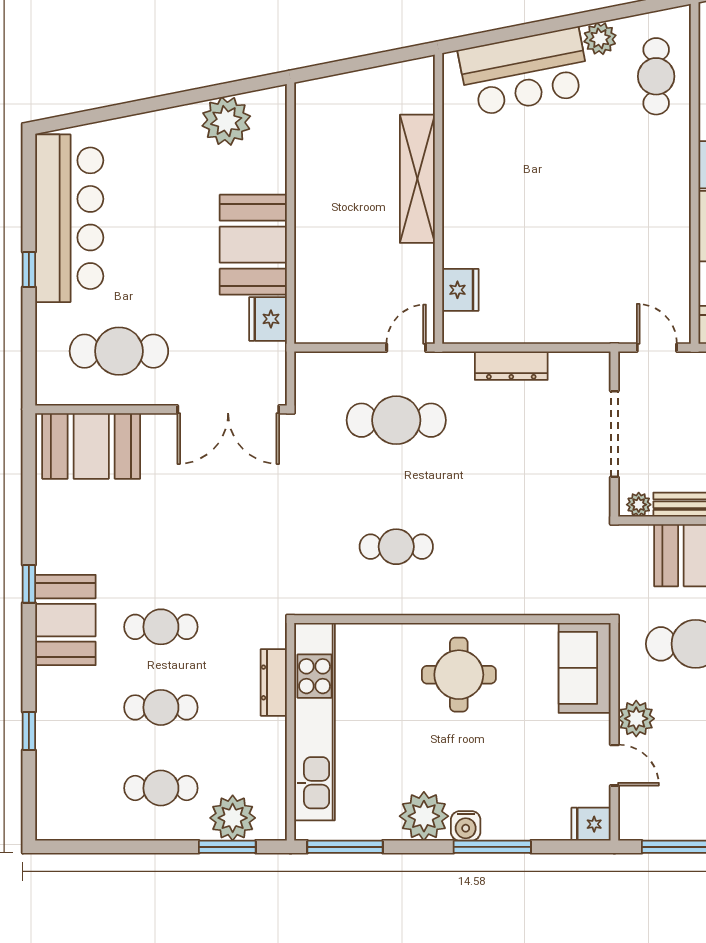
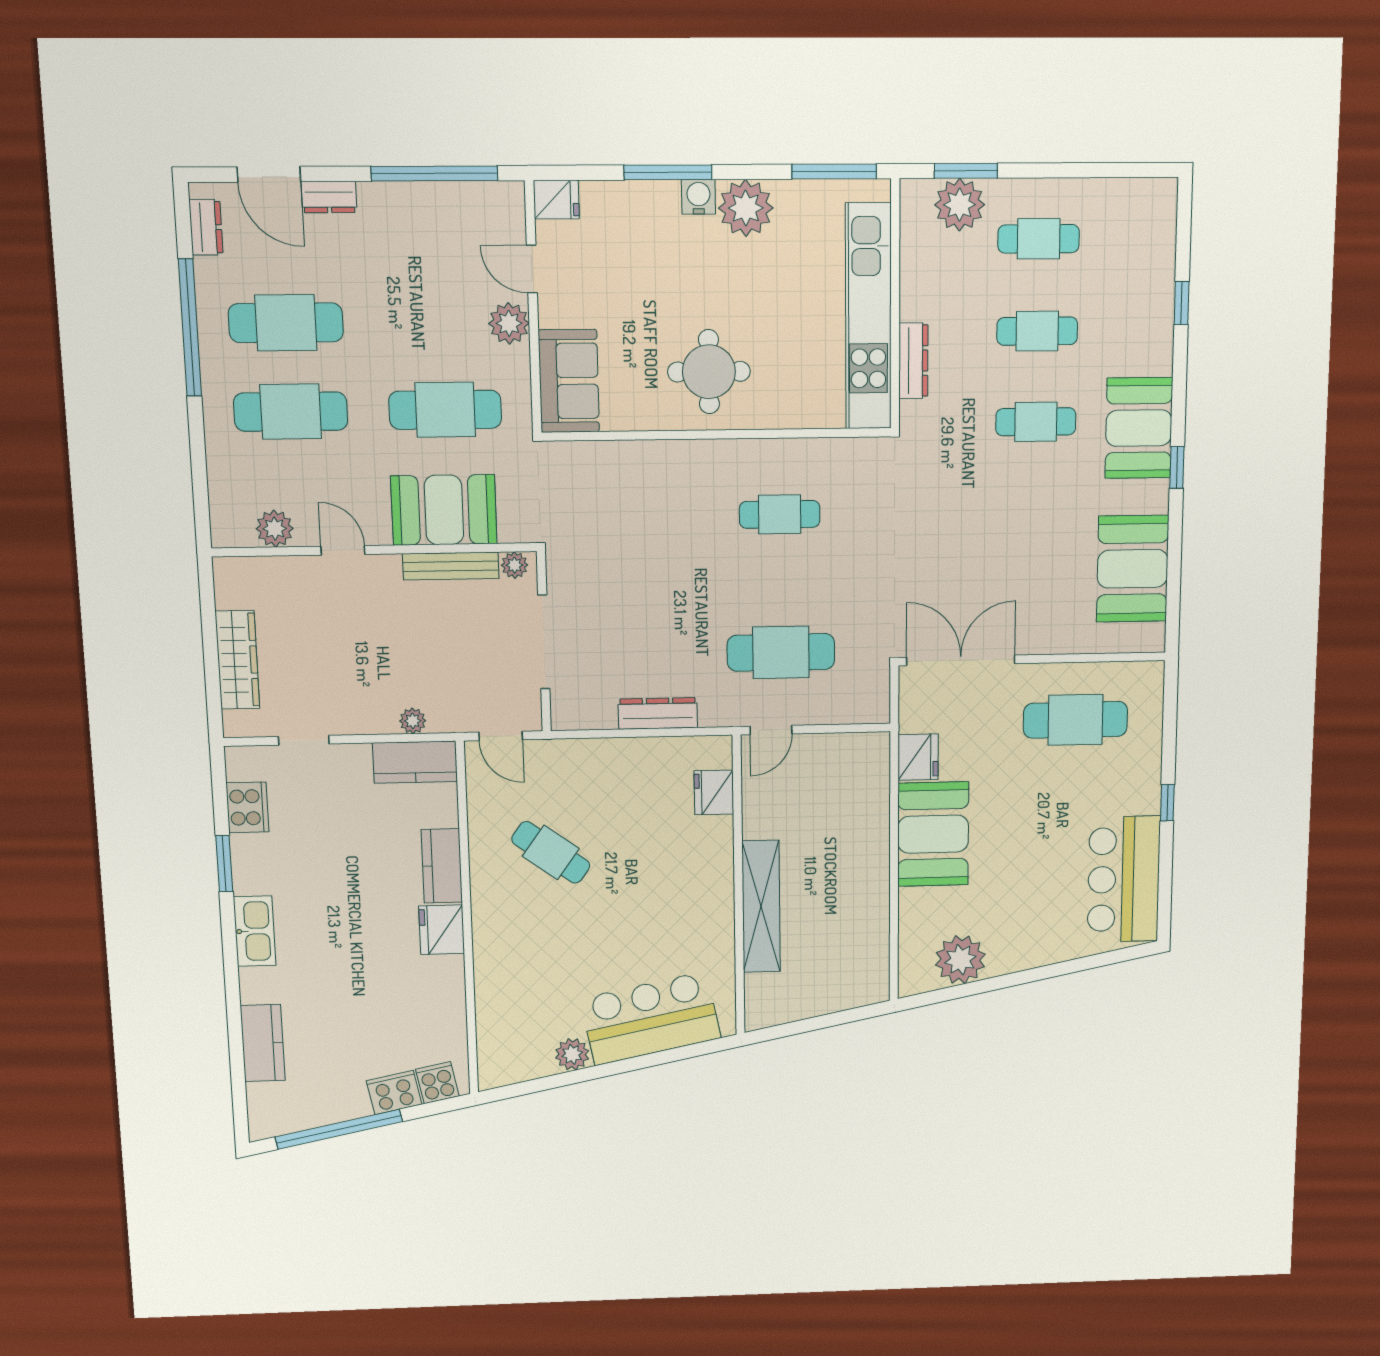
cafe table: (656, 76) -> (551, 852), moved, turned -54
bar counter: (69, 218) -> (1124, 879), width x0.73
booth: (91, 446) -> (1133, 569), moved, turned 90

